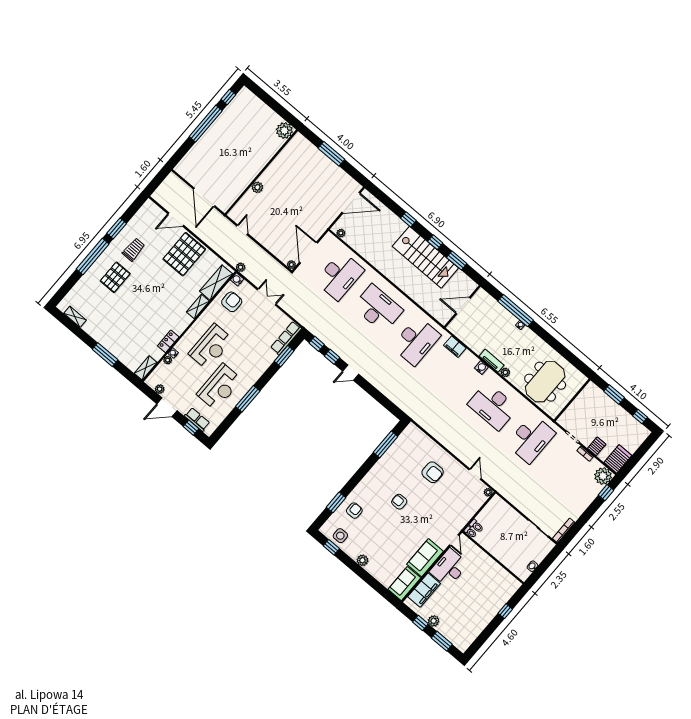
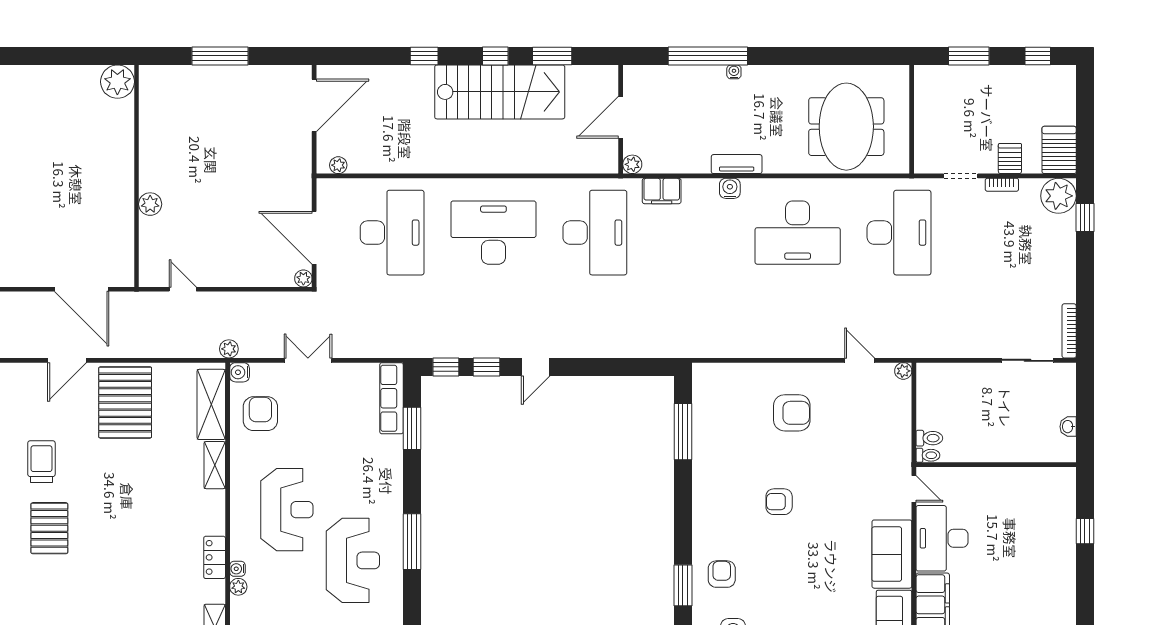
plant: (505, 372) -> (632, 164), moved

